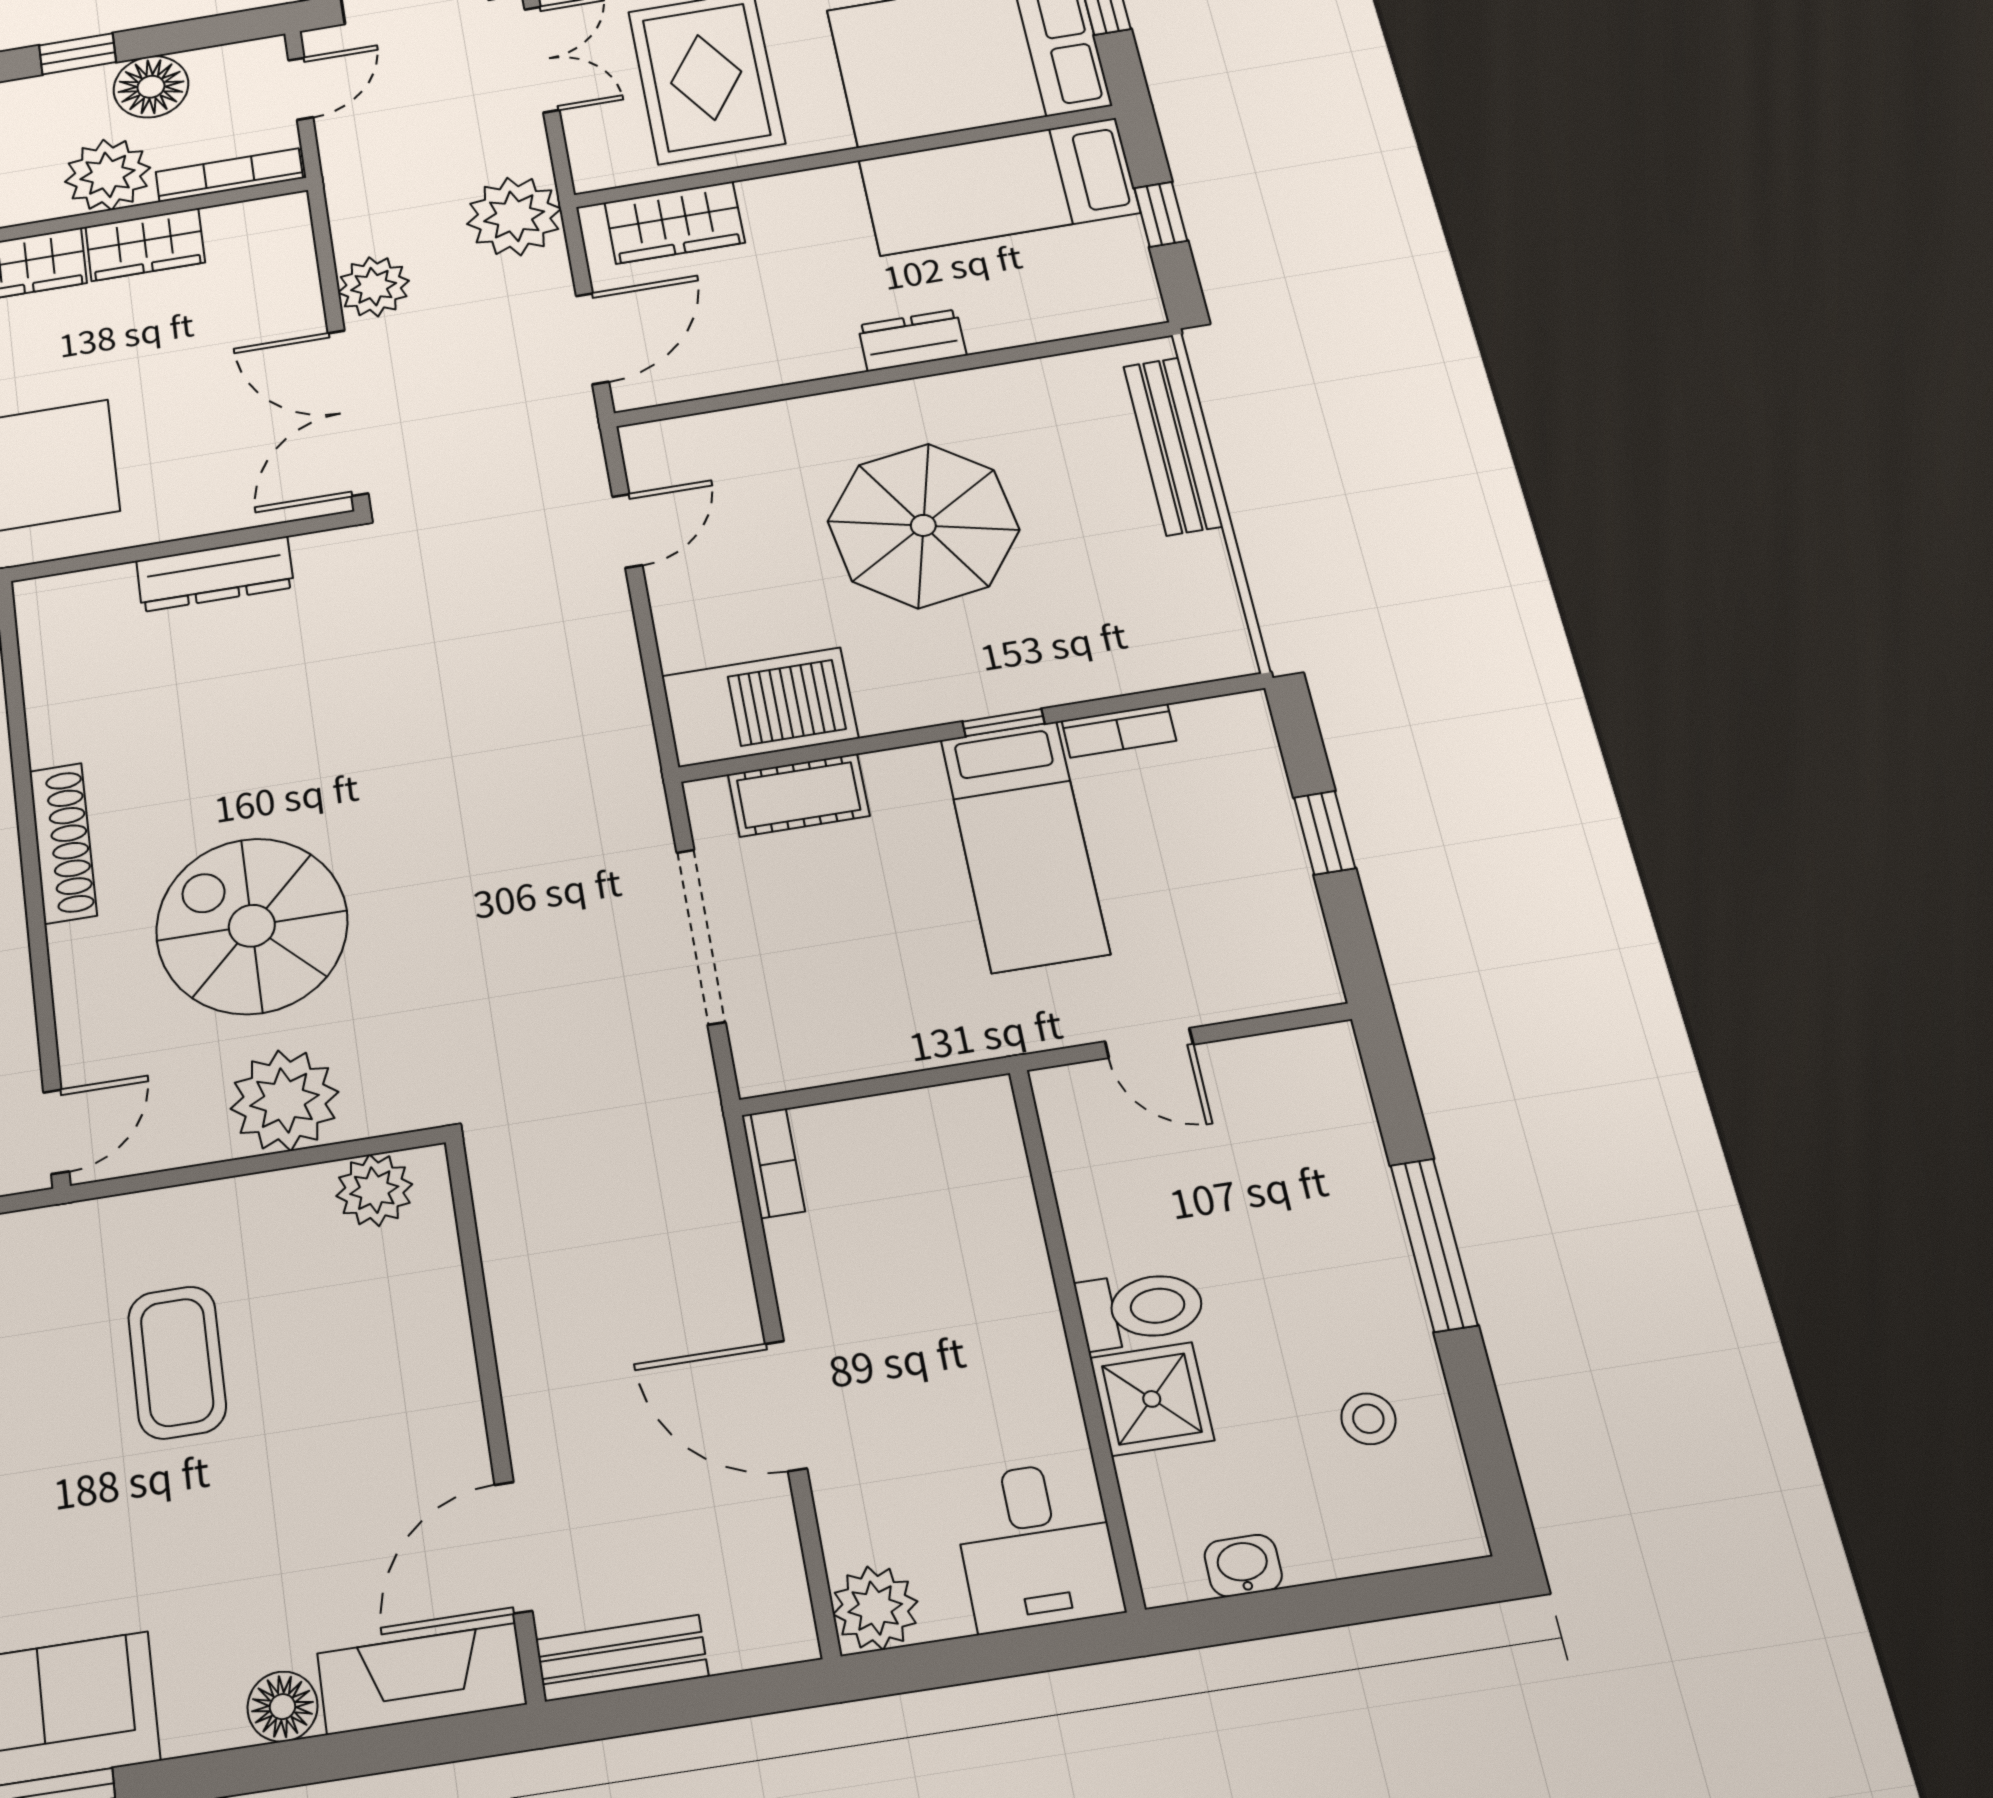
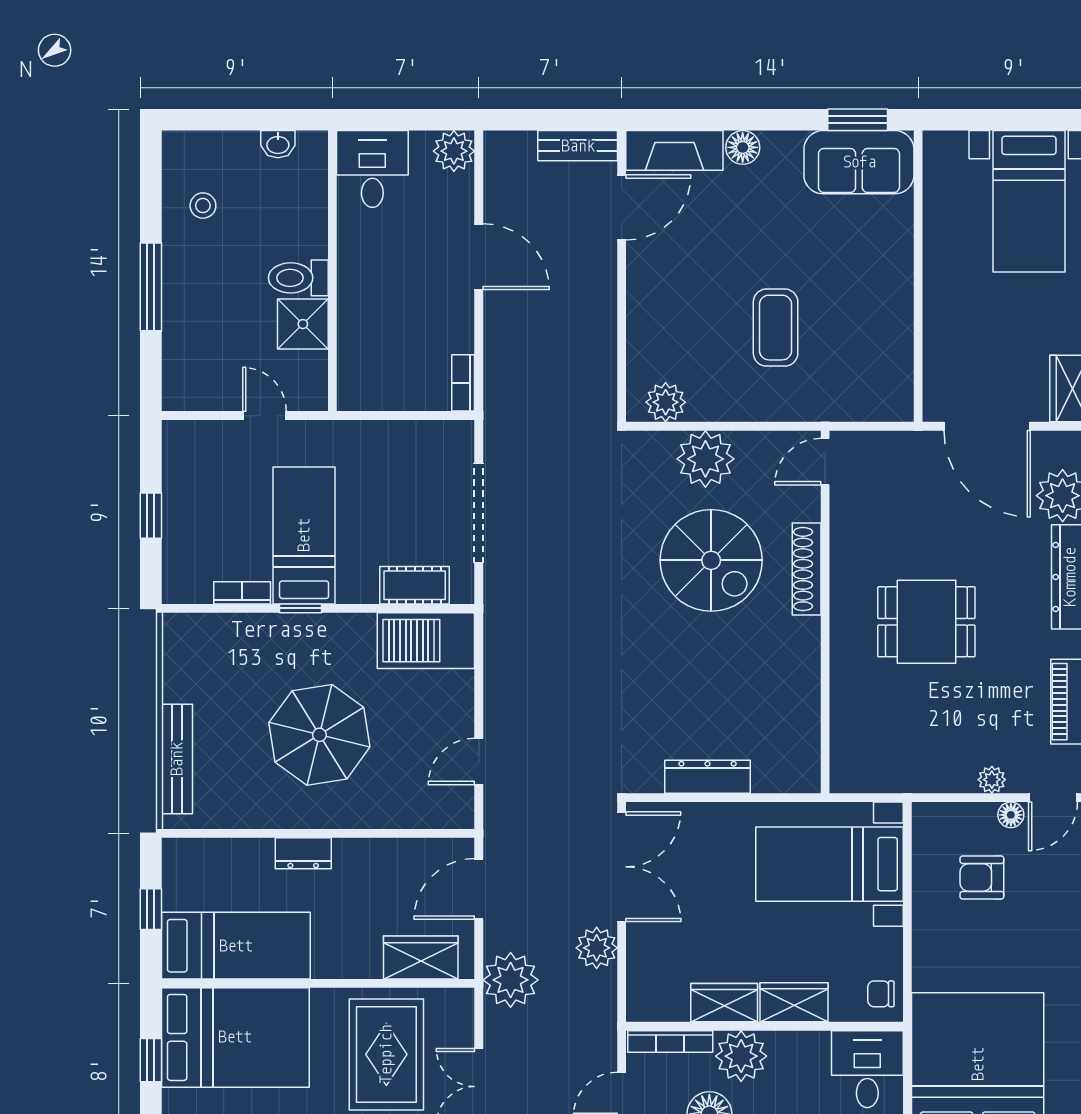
shoe rack: (63, 843) -> (807, 569), moved
shower: (1152, 1399) -> (303, 324), moved

